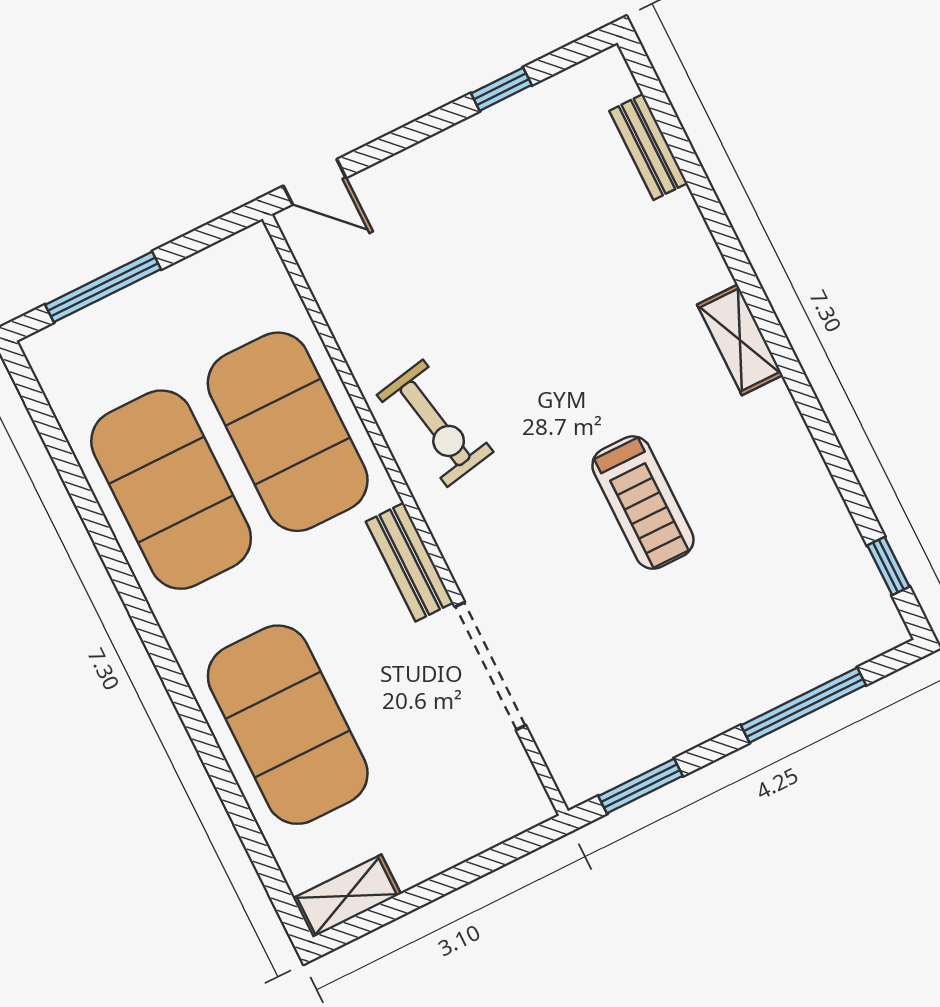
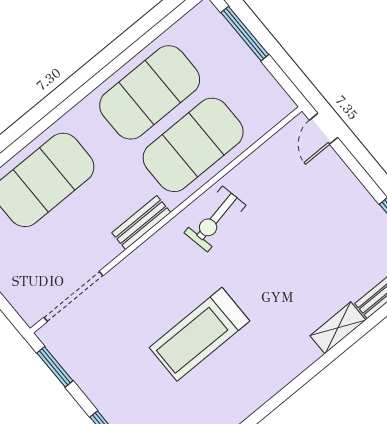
shelving: (740, 340) -> (338, 328), moved
treadmill: (643, 503) -> (199, 334), width x1.37, depth x1.38
doorway: (490, 666) -> (73, 296), moved

